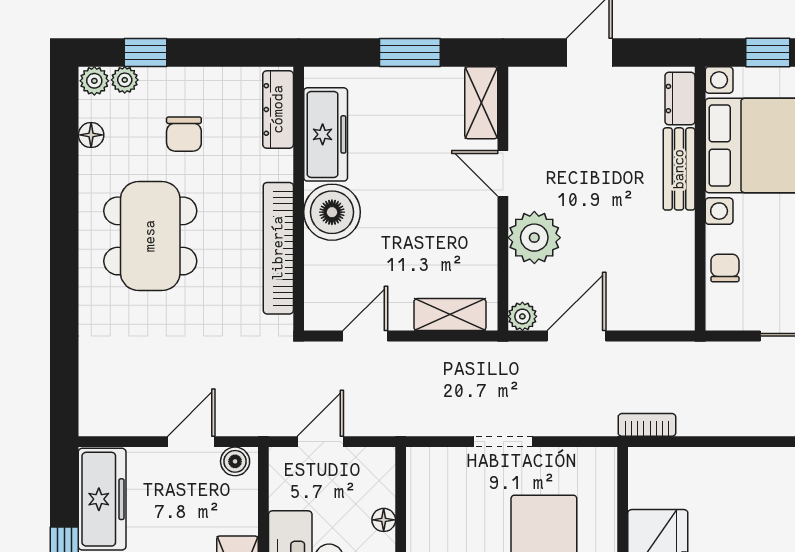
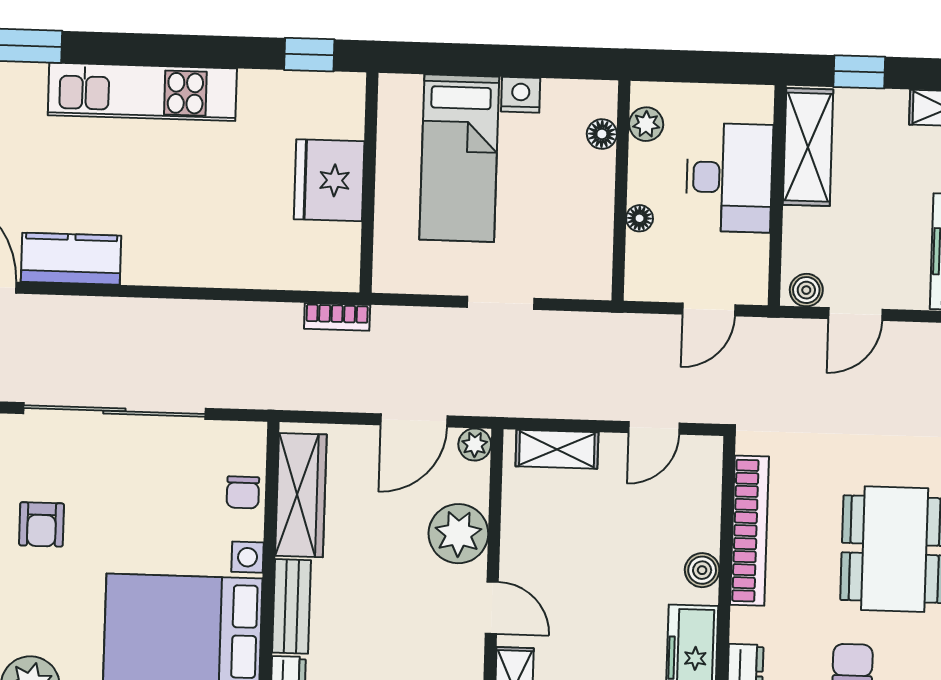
boiler: (332, 212) -> (702, 570), width x0.54, depth x0.54
wardrobe: (674, 267) -> (301, 495), added

